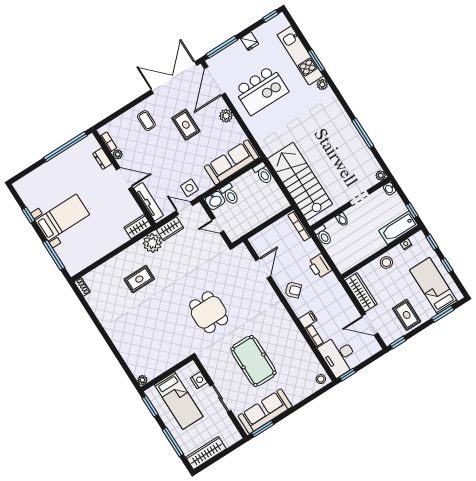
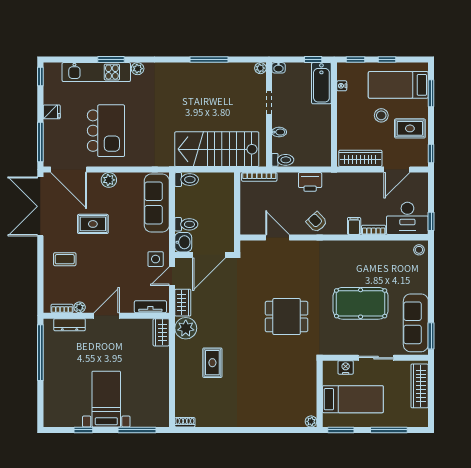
dresser: (102, 159) -> (70, 325), width x1.44
tv unit: (149, 202) -> (150, 307), width x0.71
door: (218, 226) -> (209, 255), width x1.87
stool: (386, 262) -> (381, 115), moved
armchair: (293, 290) -> (317, 222), turned -90
wardrobe: (206, 453) -> (420, 386), moved

